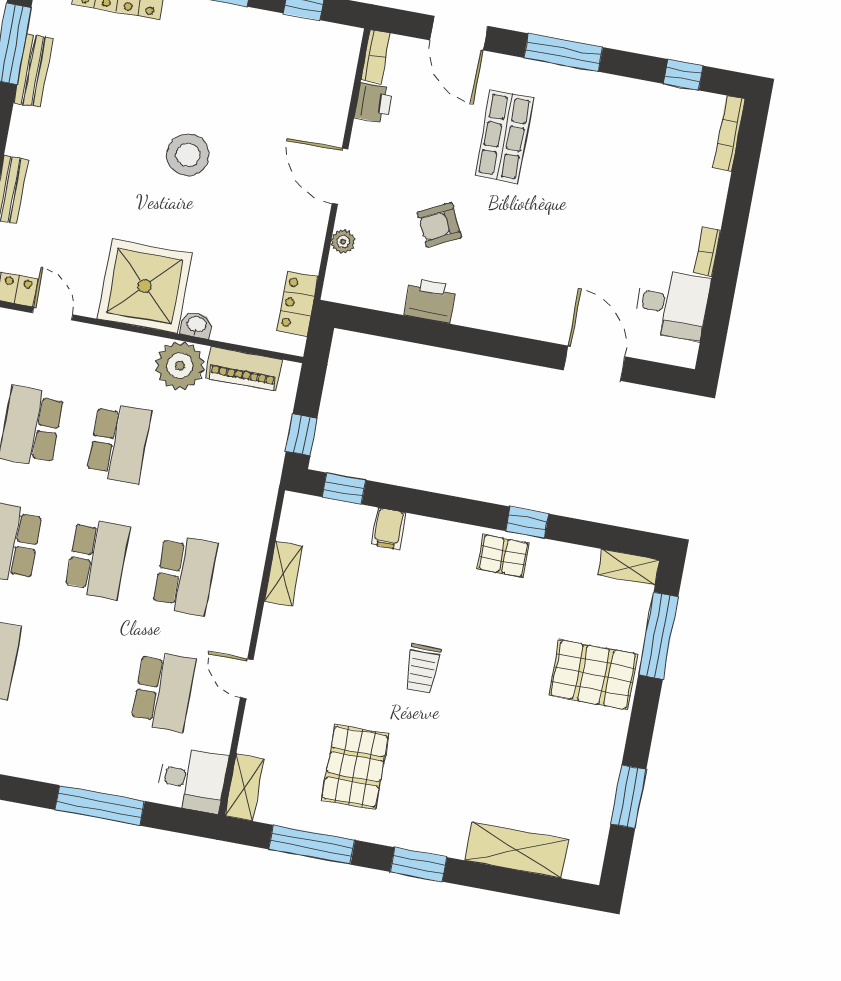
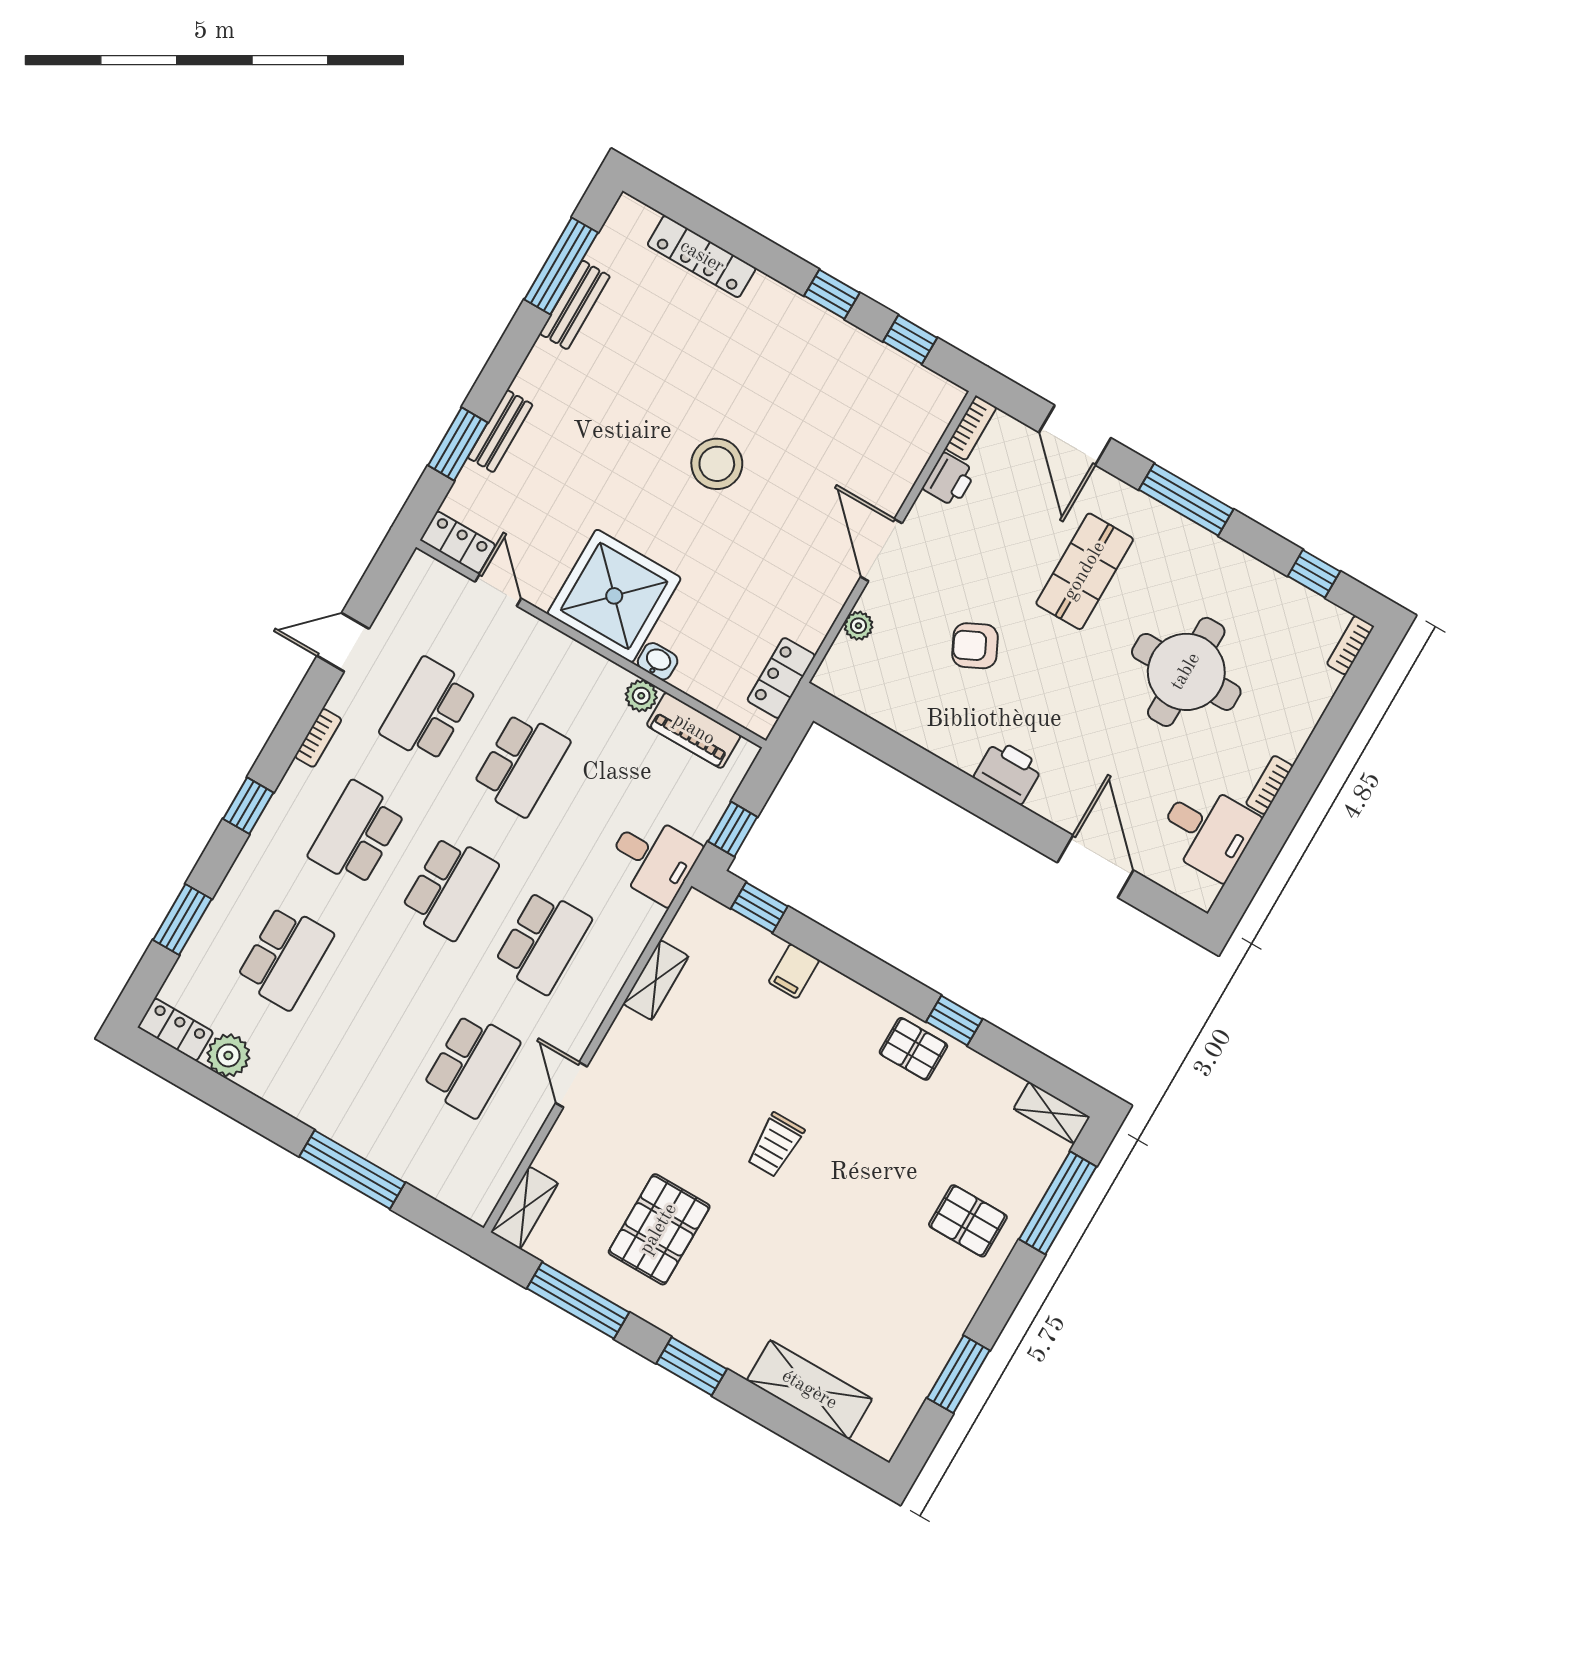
bookcase: (729, 133) -> (1350, 645), width x0.64
round table: (611, 187) -> (1186, 672), added
printer: (430, 301) -> (1009, 772), moved
plant: (180, 366) -> (641, 696), width x0.53, depth x0.53
pallet: (593, 675) -> (968, 1221), width x0.67, depth x0.71
desk: (192, 779) -> (653, 858), moved

